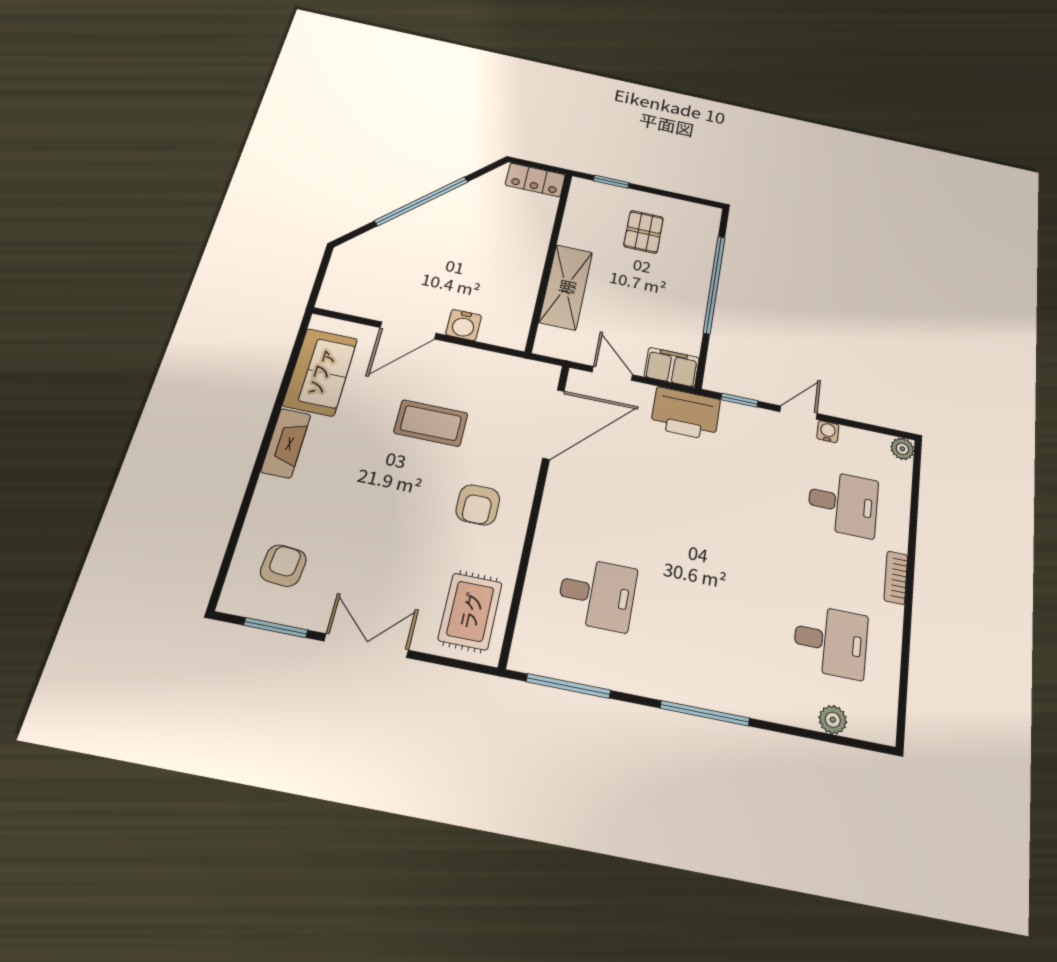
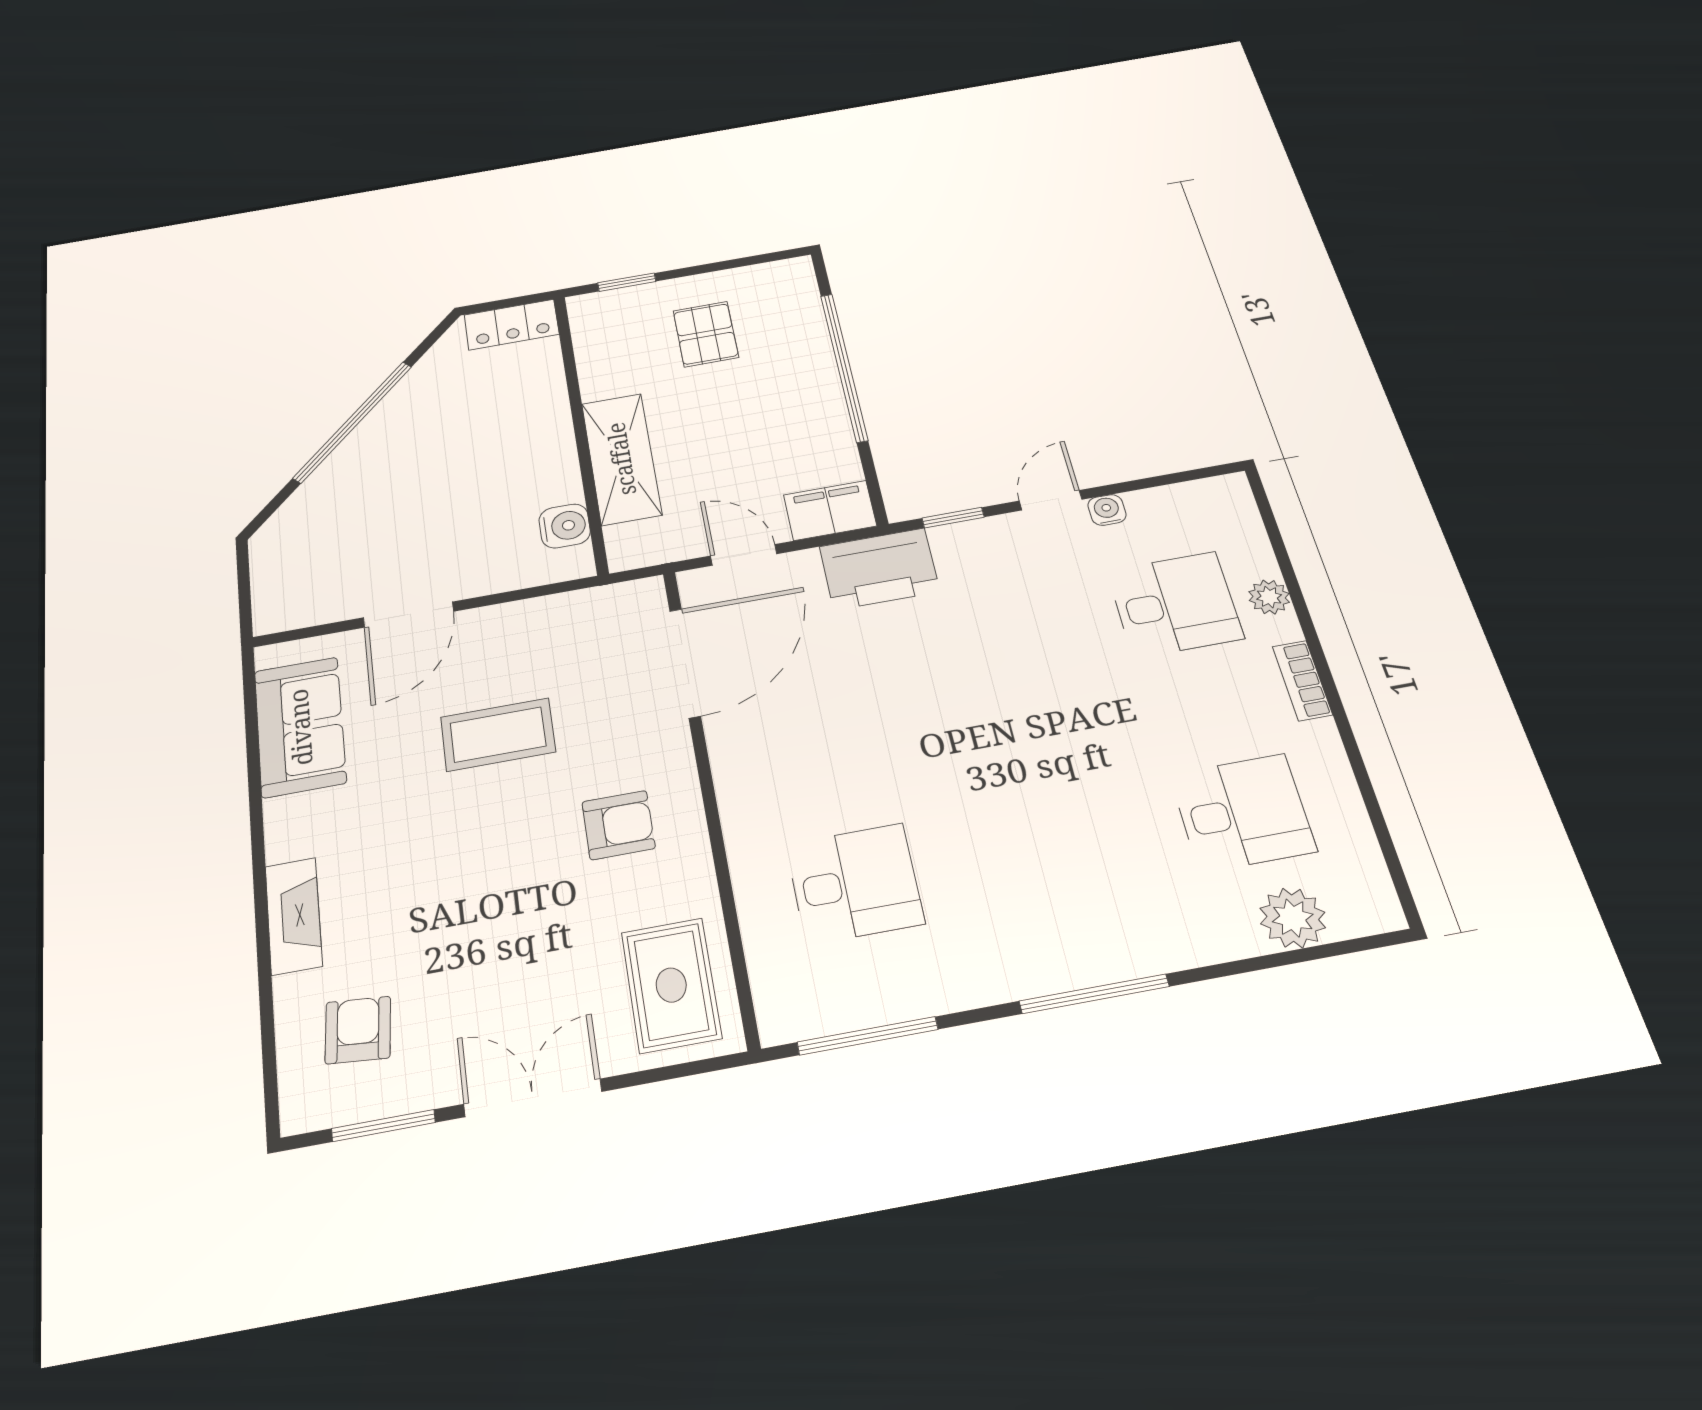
water cooler: (464, 325) -> (565, 526), moved, turned -90
fireplace: (286, 443) -> (294, 916), moved
plant: (902, 449) -> (1269, 597), moved
armchair: (478, 505) -> (618, 825), turned -90
plant: (833, 720) -> (1293, 918), width x1.38, depth x1.38

